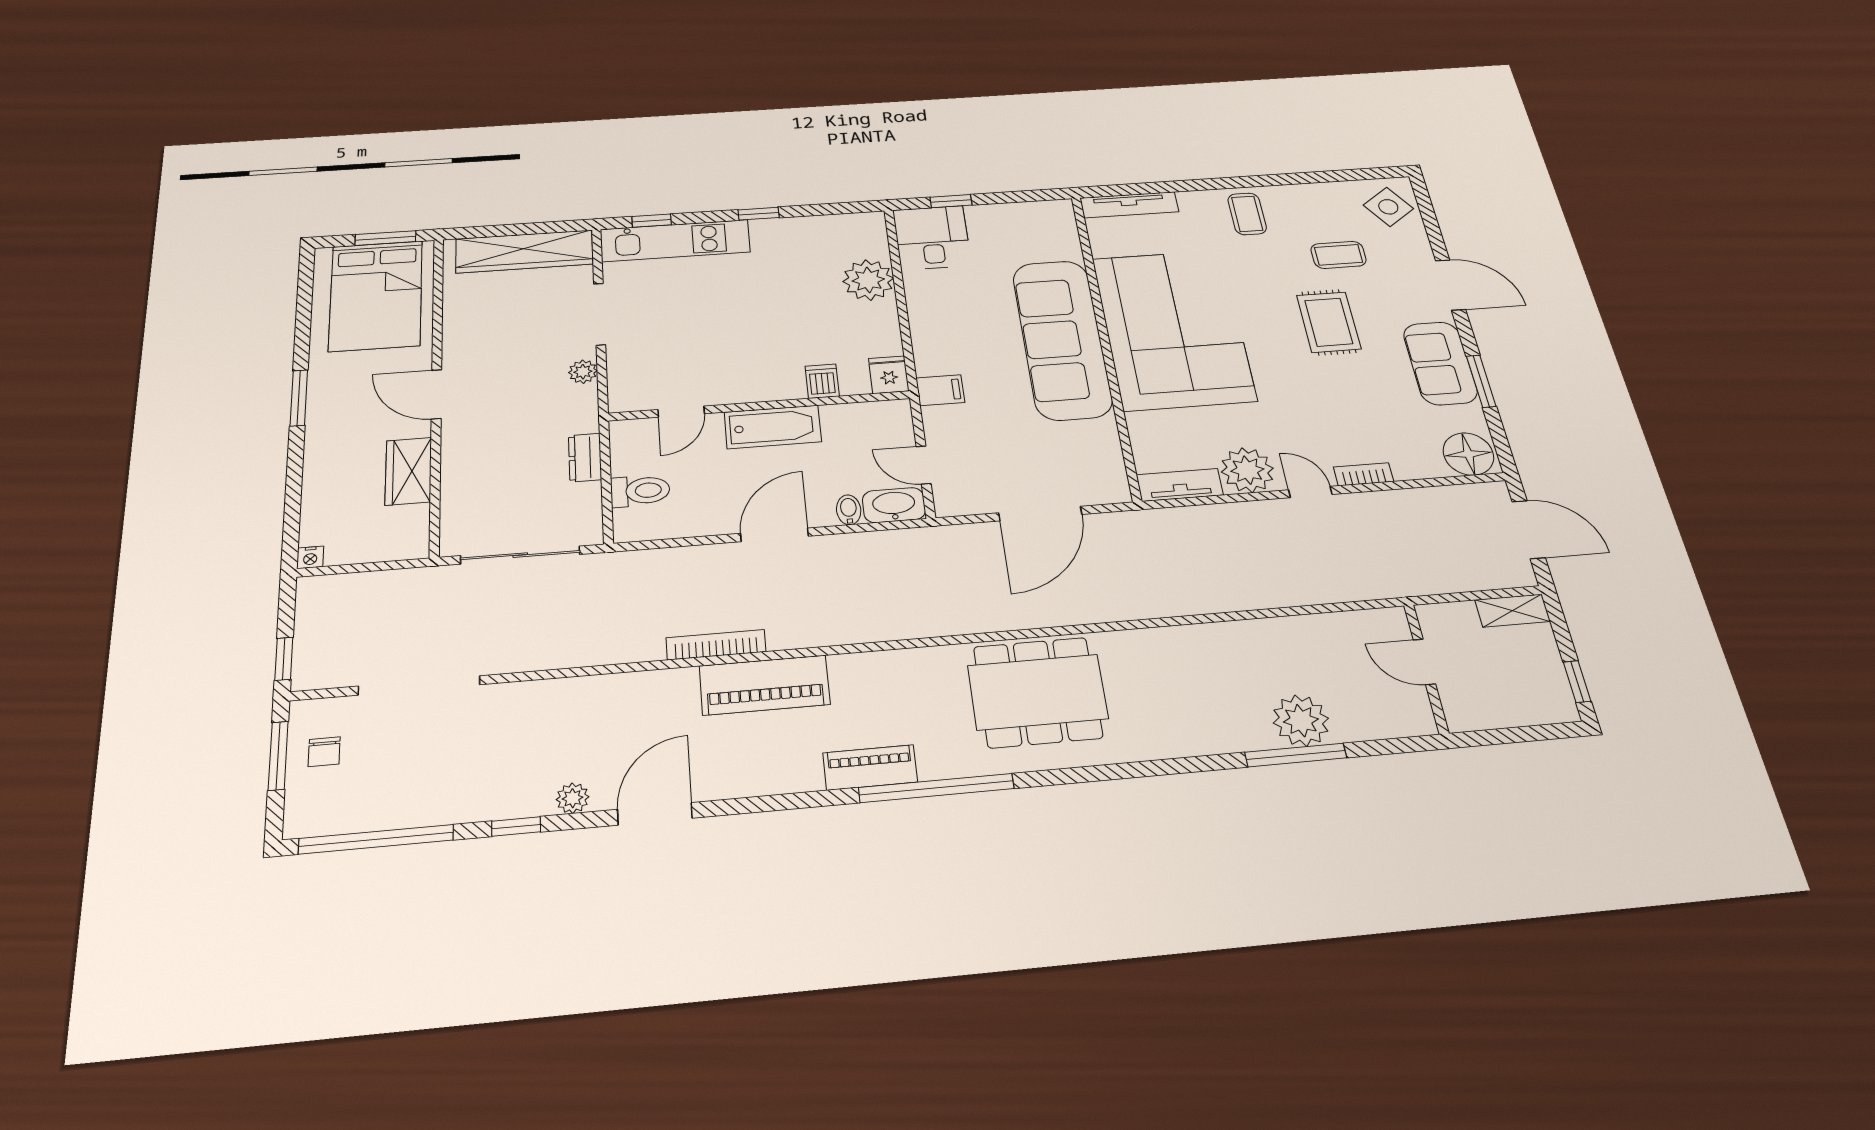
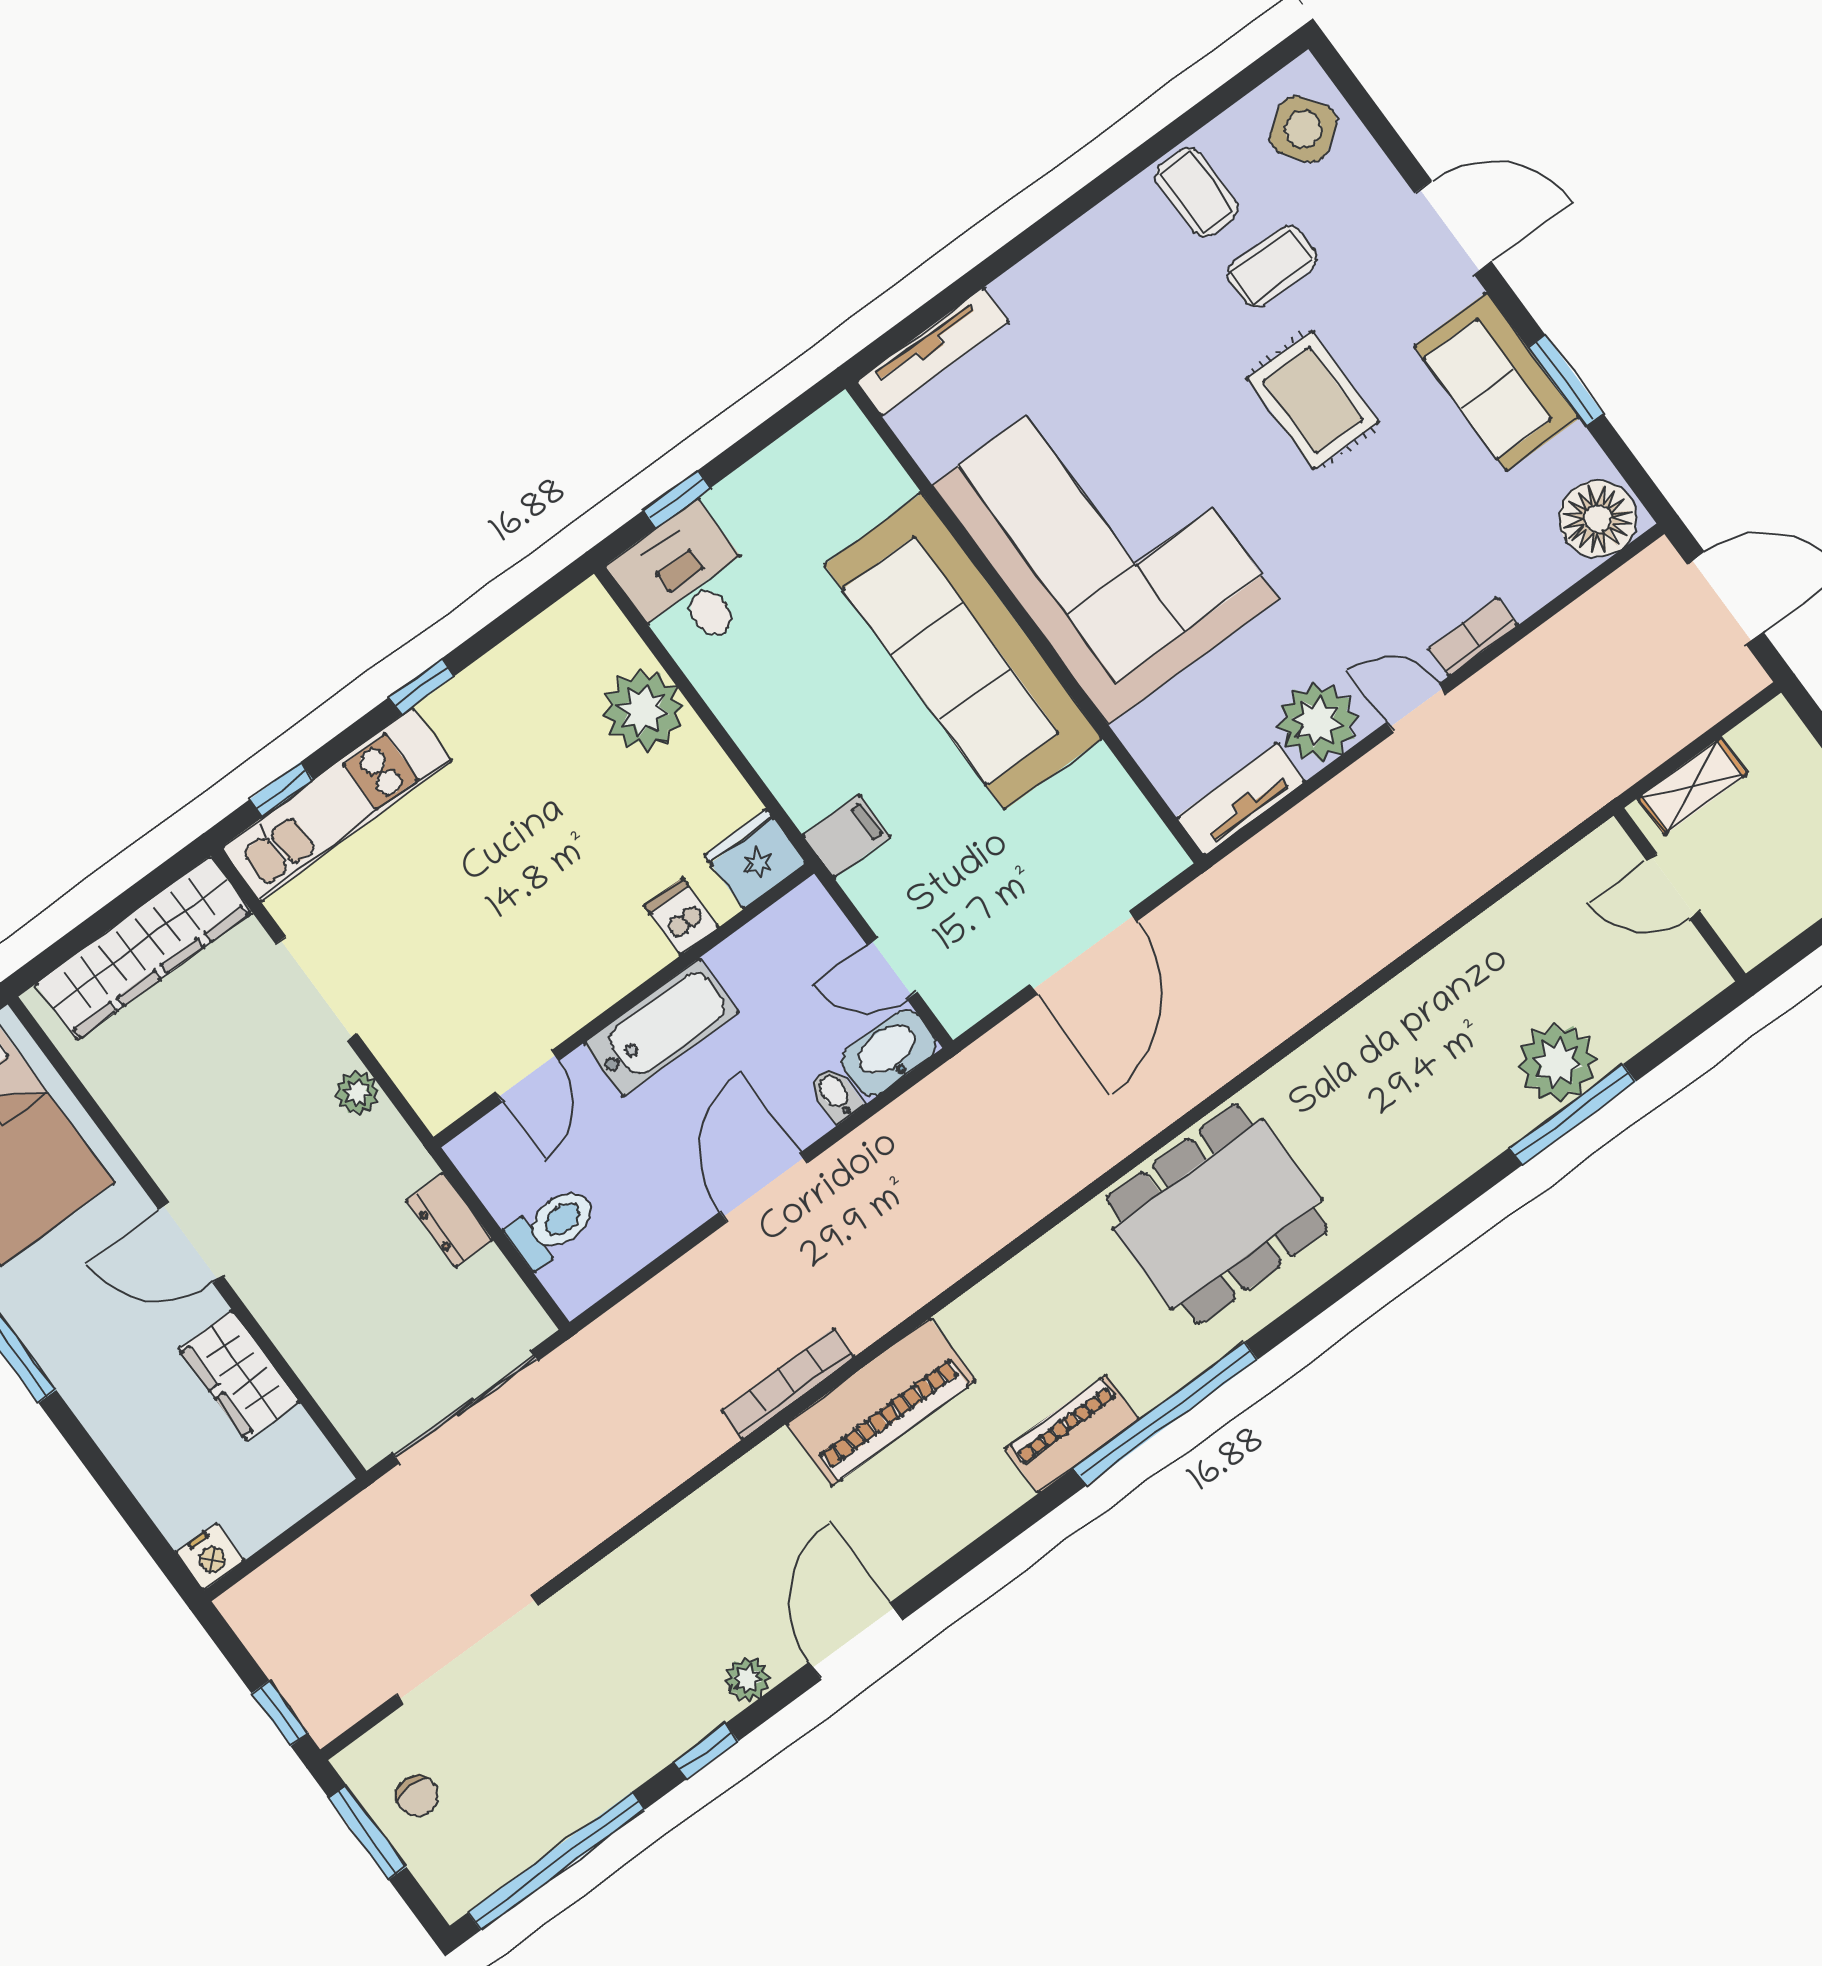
coffee table: (1247, 214) -> (1197, 192), moved
fridge: (889, 375) -> (755, 859), width x1.38
nightstand: (310, 557) -> (210, 1557), width x1.39, depth x1.35
shelving: (1512, 611) -> (1692, 786), moved

